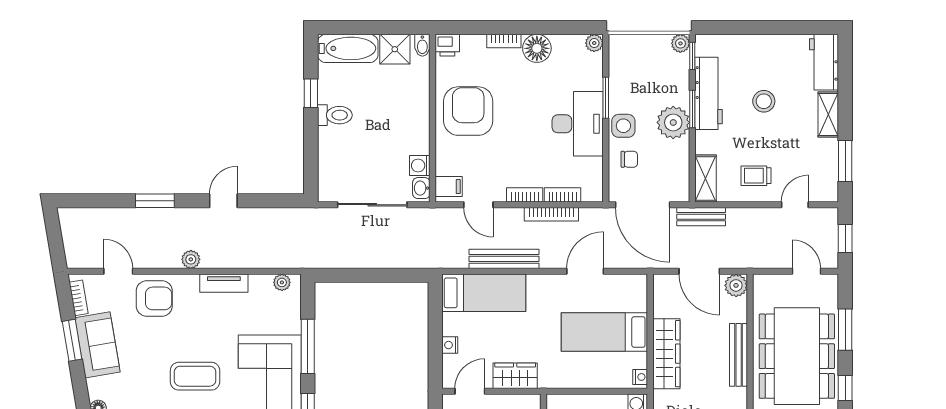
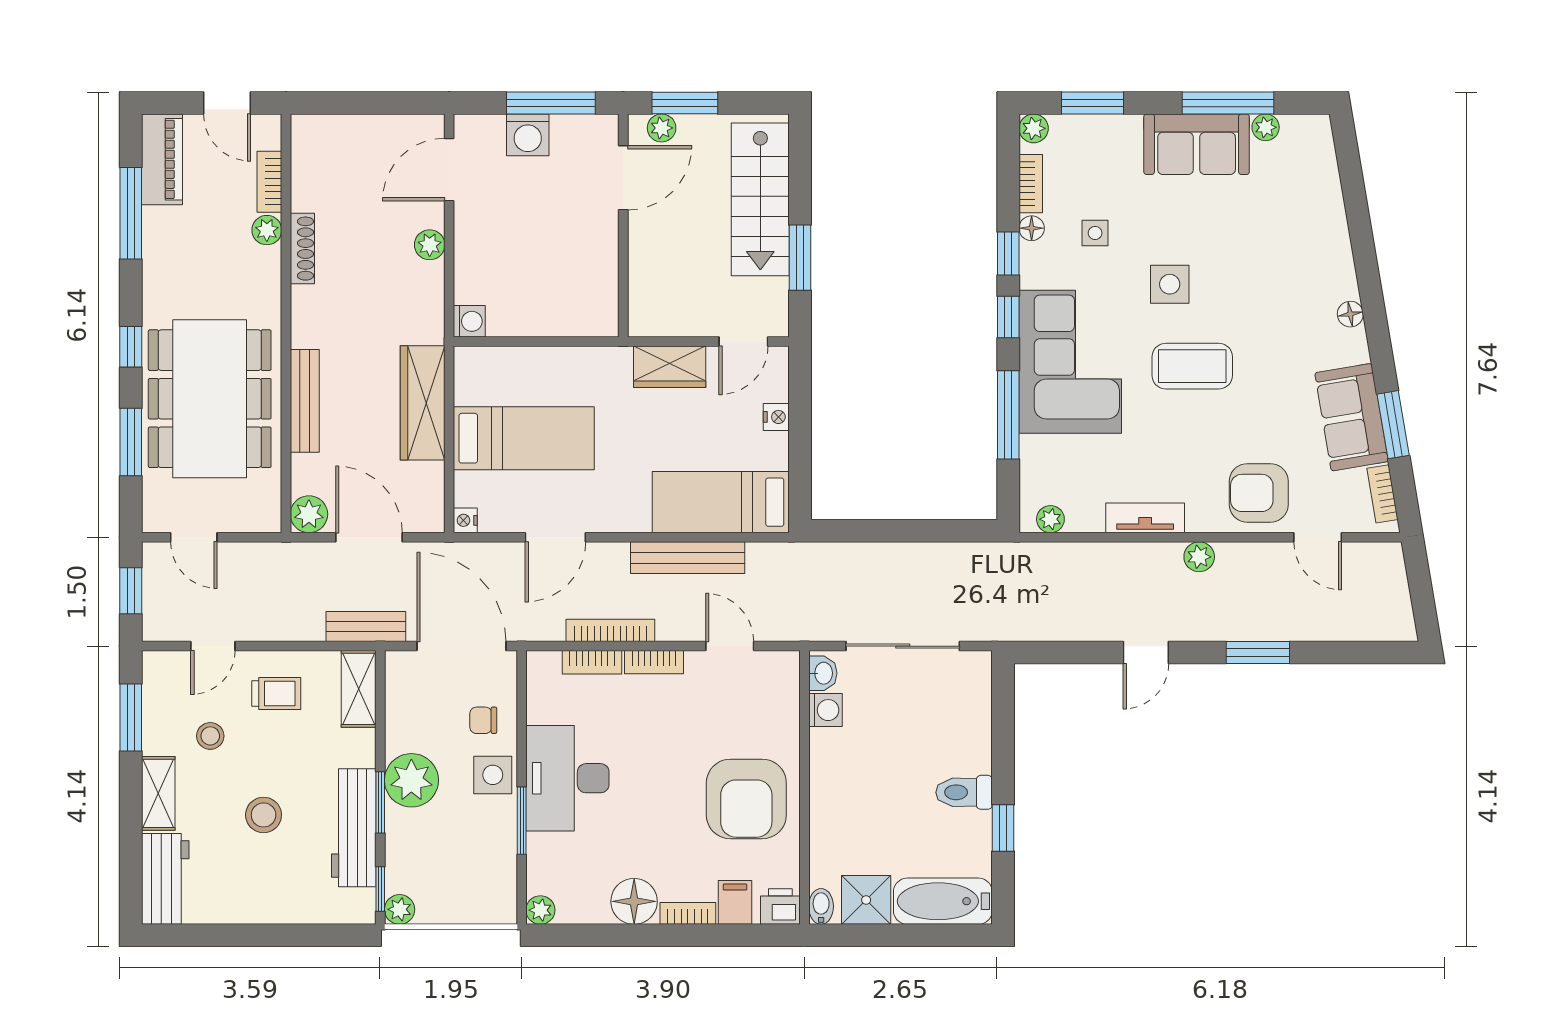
stool: (796, 150) -> (210, 736), added
filing cabinet: (449, 187) -> (735, 902), moved, turned 90
nightstand: (640, 377) -> (465, 520), moved

